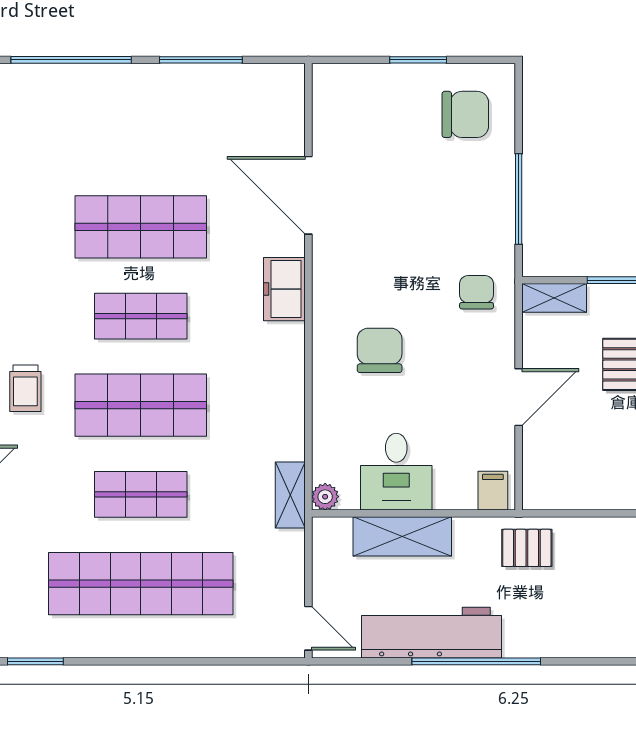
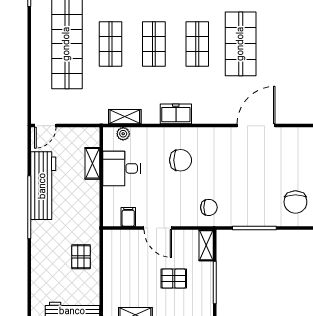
freezer: (284, 289) -> (176, 114), moved
shop shelf: (141, 405) -> (154, 44), width x0.70, depth x0.74
filing cabinet: (493, 491) -> (128, 217), moved, turned -90
shelving: (290, 495) -> (125, 117), moved
plant: (325, 497) -> (123, 134), moved
shelving: (402, 536) -> (92, 163), width x0.67, depth x0.75
pallet: (527, 548) -> (81, 257), moved

